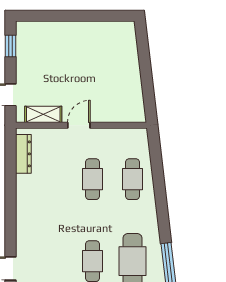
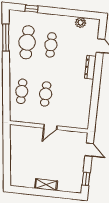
shelving: (43, 114) -> (46, 185), moved
dresser: (23, 154) -> (90, 67), moved

